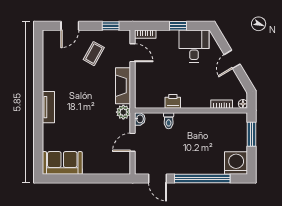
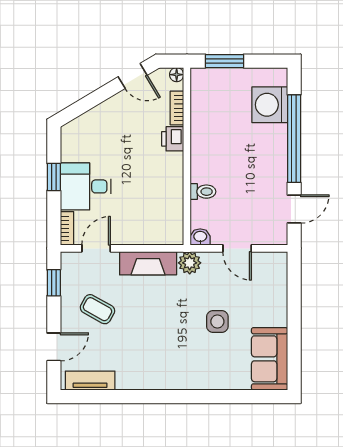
door: (70, 26) -> (54, 347), hinge flipped
desk: (194, 46) -> (86, 186), moved
door: (232, 59) -> (133, 76), moved
printer: (173, 101) -> (173, 139), moved
tv unit: (48, 107) -> (90, 381), moved
side table: (86, 130) -> (217, 322), added
washing machine: (236, 163) -> (270, 105), moved

